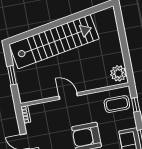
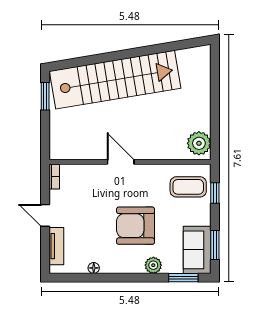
window: (12, 75) -> (45, 96), moved

